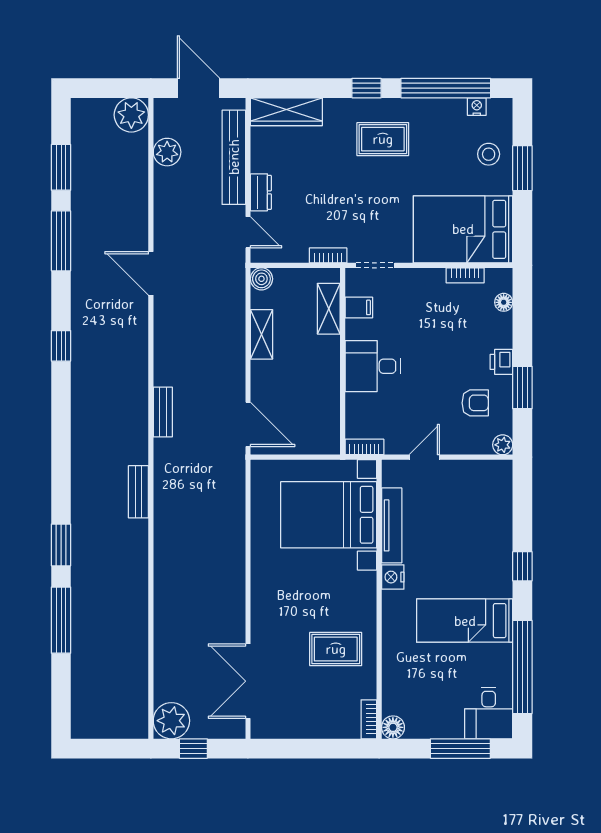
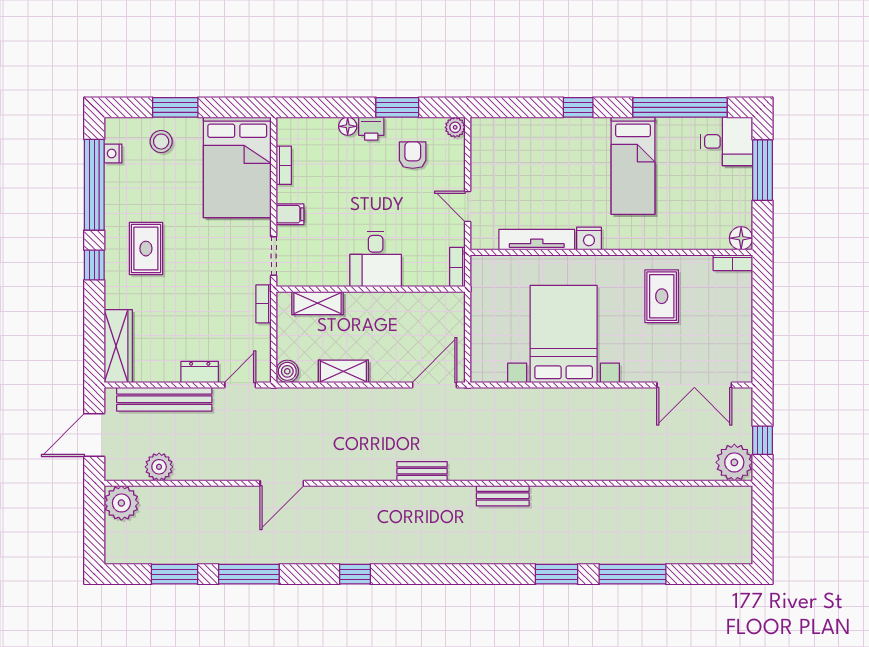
floor lamp: (504, 302) -> (348, 126), moved
filing cabinet: (359, 307) -> (290, 214), moved, turned 90
bed with nightstands: (329, 515) -> (564, 334), moved, turned 180

